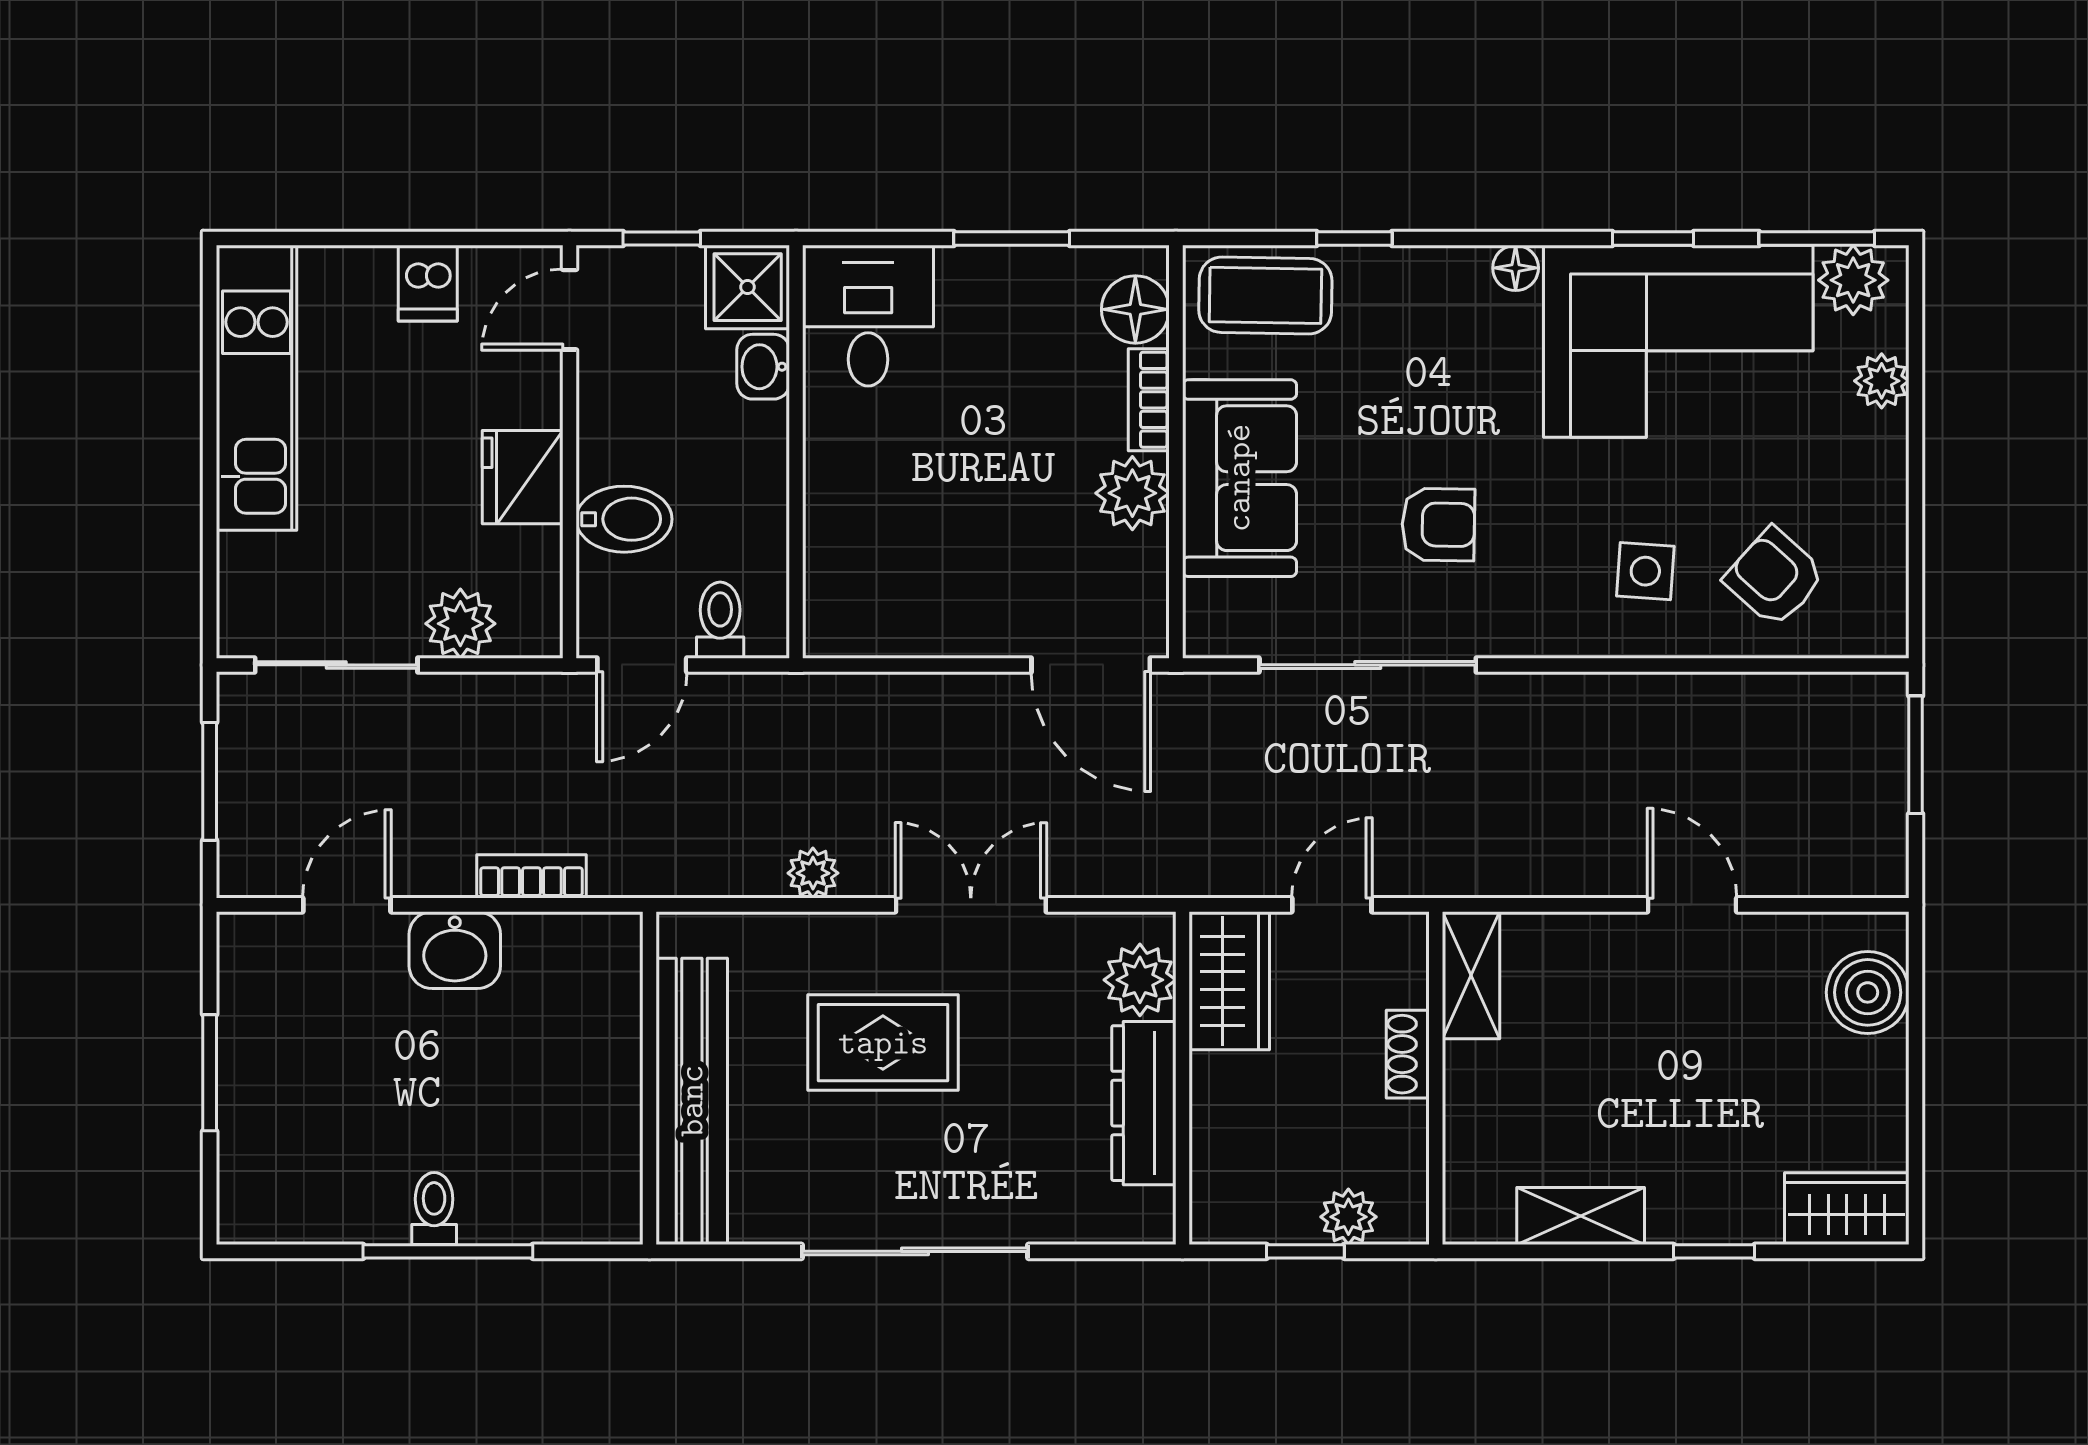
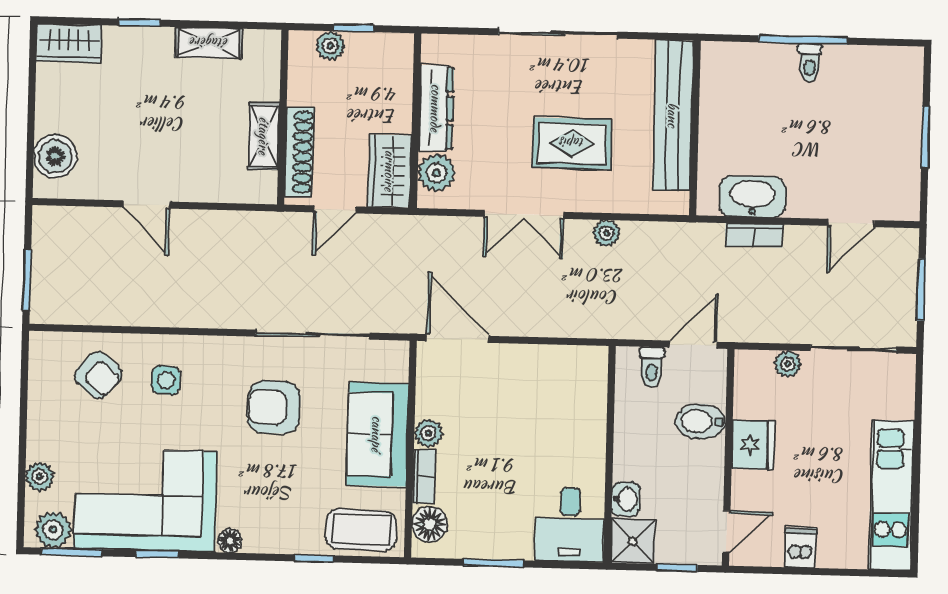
plant: (1132, 493) -> (428, 433), width x0.73, depth x0.73
armchair: (1438, 525) -> (274, 407), width x1.38, depth x1.38
plant: (460, 624) -> (788, 364), width x0.73, depth x0.73
washbasin: (455, 950) -> (752, 197), moved, width x1.38
shelving: (1471, 975) -> (264, 136), moved
shoe rack: (1408, 1054) -> (299, 152), width x1.94, depth x1.24

